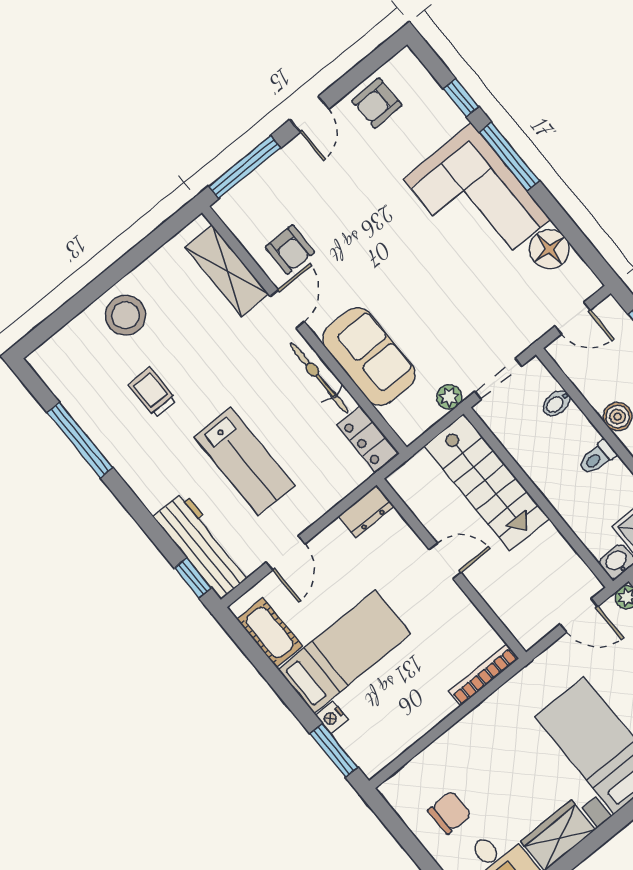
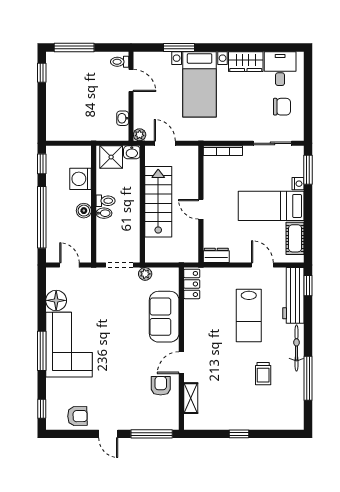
window: (461, 98) -> (42, 409), moved
door: (309, 114) -> (108, 434), swing flipped
shelving: (227, 271) -> (191, 398), width x0.67, depth x0.75
window: (115, 273) -> (239, 434), added
stool: (125, 315) -> (248, 414), removed
bicycle: (319, 378) -> (297, 348), moved, turned 180
bidet: (557, 403) -> (104, 213), moved
lab bench: (244, 461) -> (249, 315), turned 180
stairs: (487, 482) -> (158, 202), moved
door: (286, 553) -> (262, 265), hinge flipped
sliding door: (419, 746) -> (272, 143), added
chair: (449, 812) -> (282, 107), turned 180

